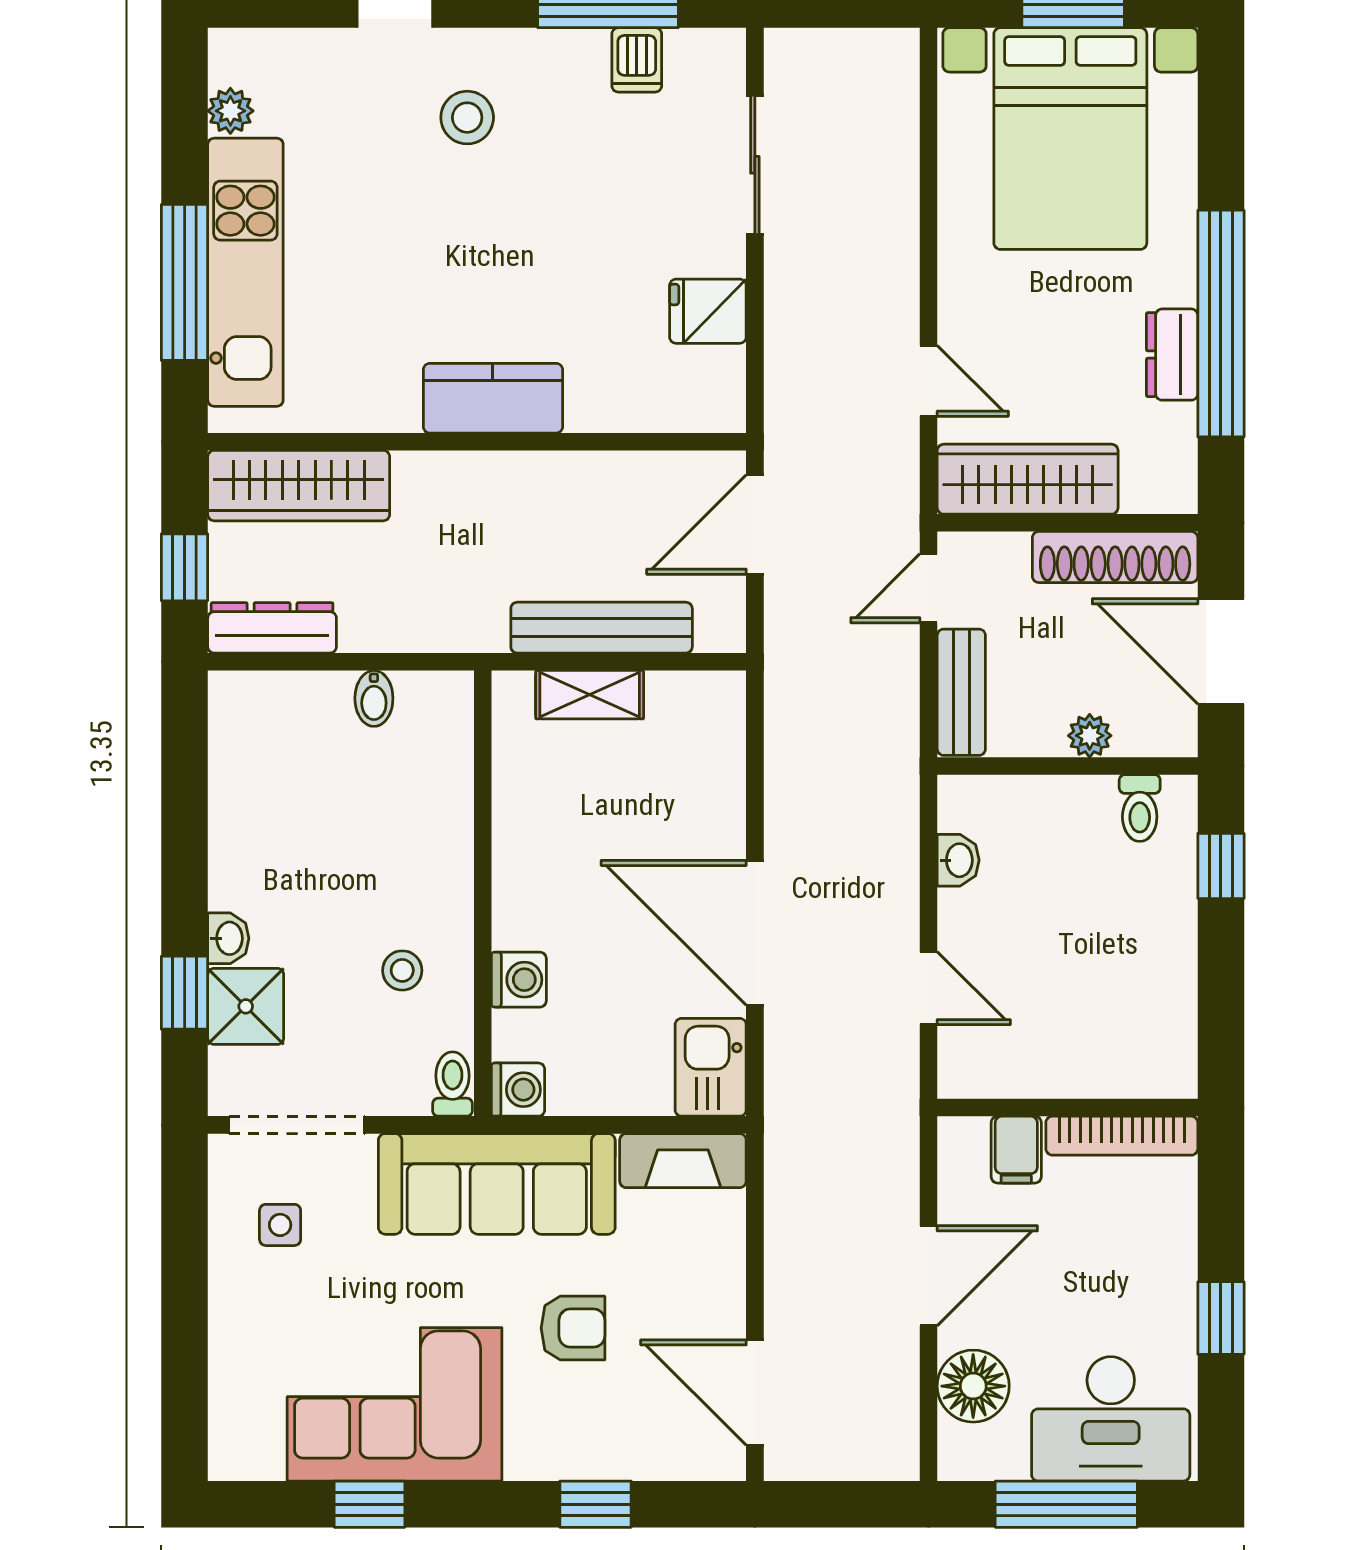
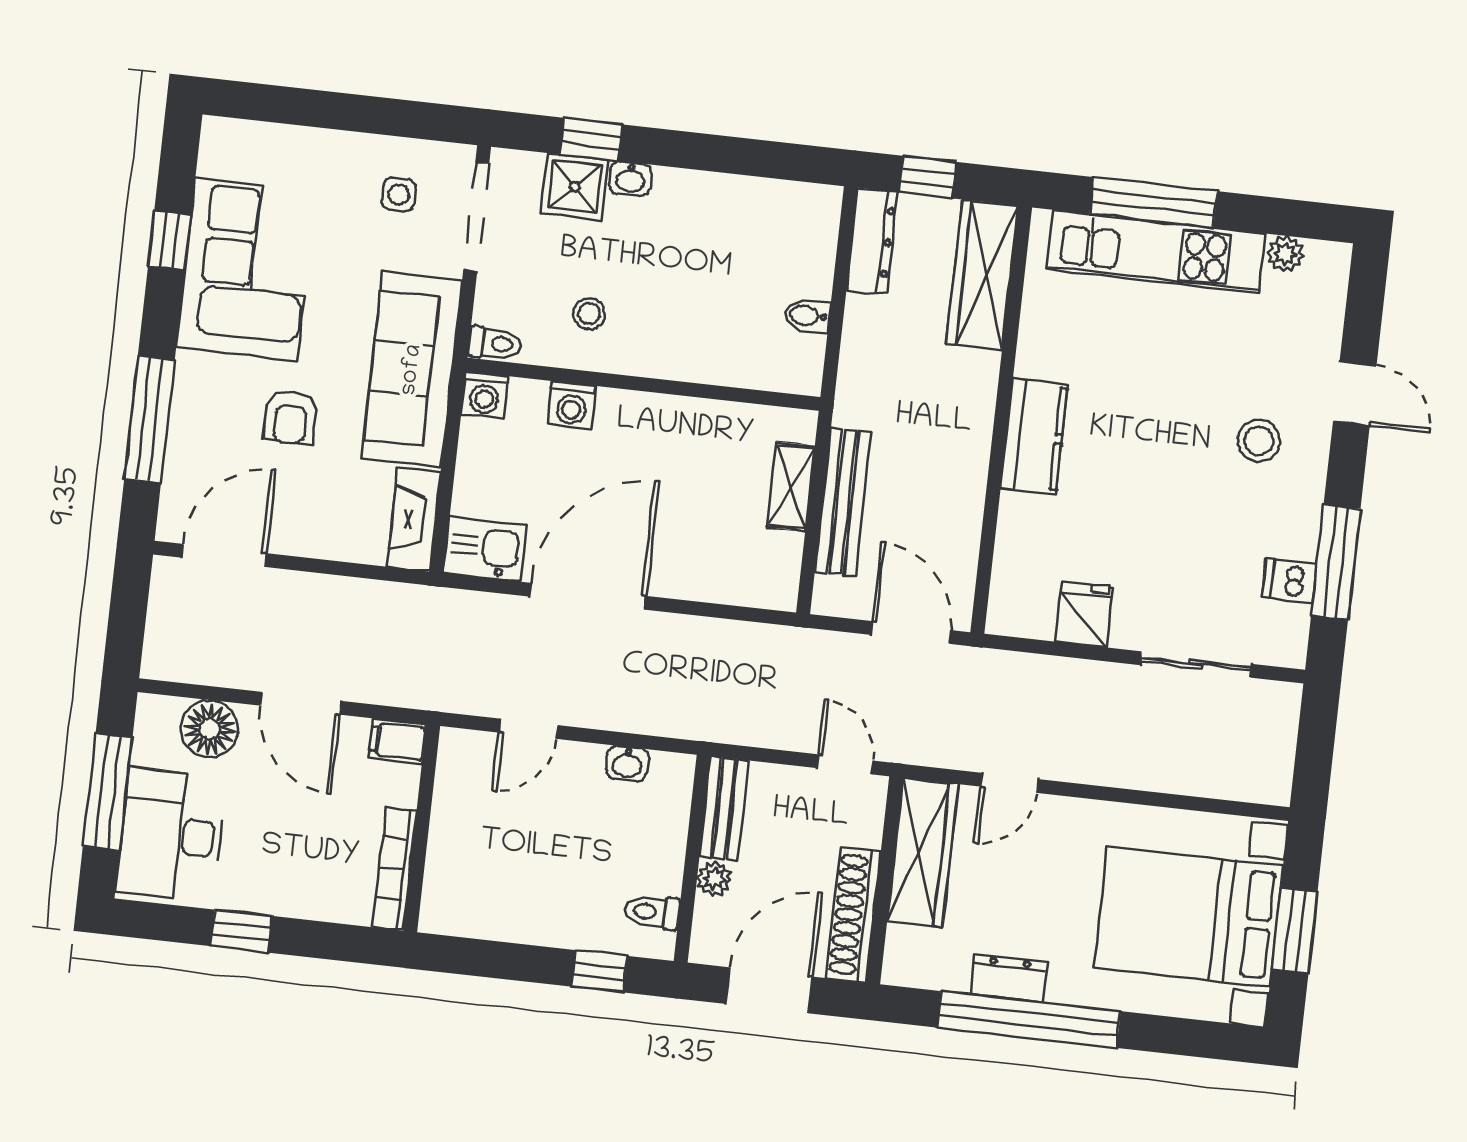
bench: (961, 692) -> (724, 808), moved, turned 90
filing cabinet: (1016, 1150) -> (398, 741), moved
window: (596, 1504) -> (149, 419), width x2.17

